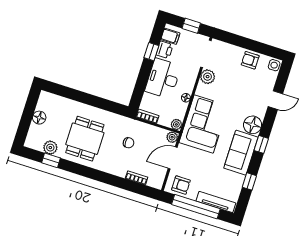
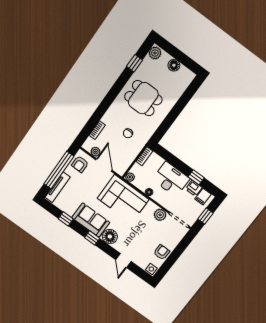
plant: (172, 137) -> (95, 152), moved
plant: (50, 148) -> (155, 53), moved

